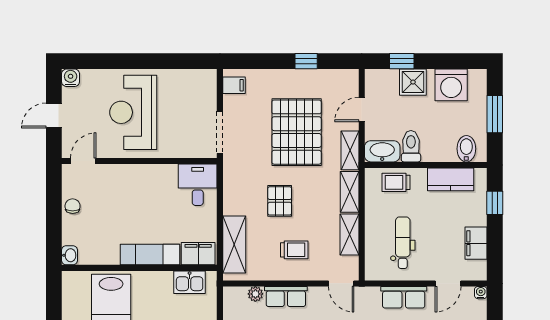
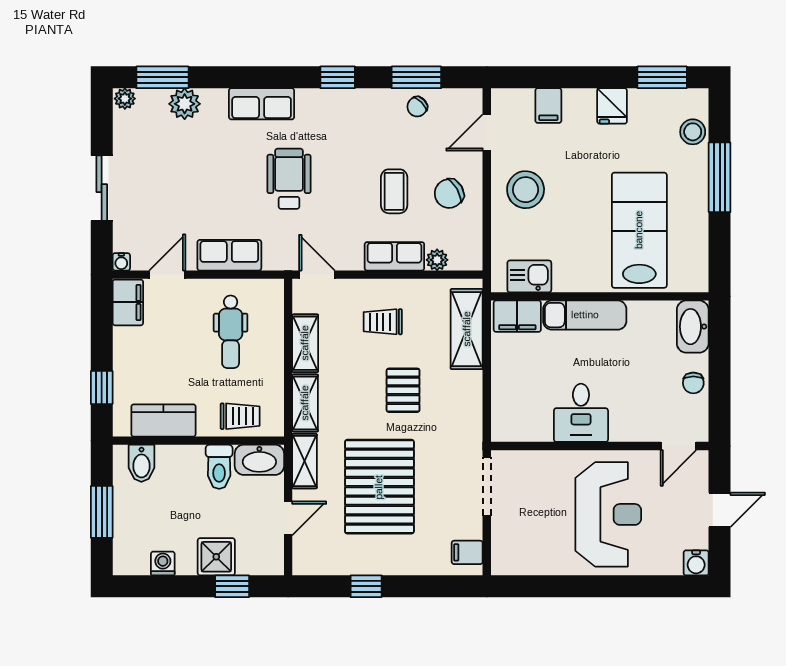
washing machine: (451, 85) -> (163, 563), width x0.53, depth x0.53
desk: (198, 185) -> (581, 413), moved
filing cabinet: (476, 243) -> (128, 302), moved
washbasin: (69, 255) -> (693, 327), width x1.91, depth x1.45

